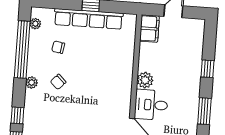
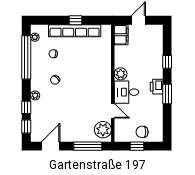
plant: (32, 83) -> (35, 95), moved
printer: (191, 100) -> (157, 87), added

